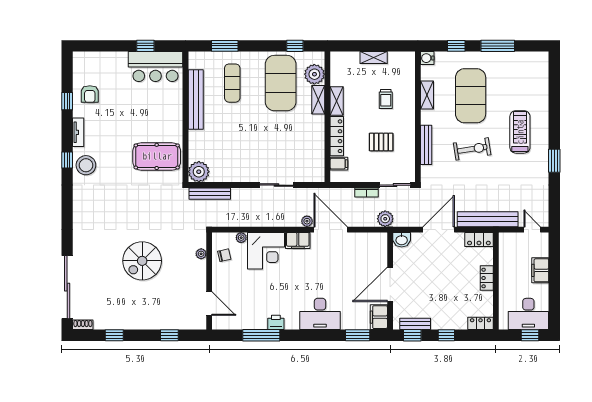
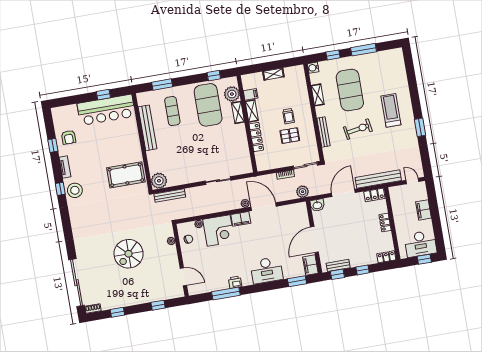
bar counter: (155, 67) -> (106, 110), width x1.36
trolley: (386, 99) -> (289, 116), moved
filing cabinet: (339, 164) -> (251, 94), moved

